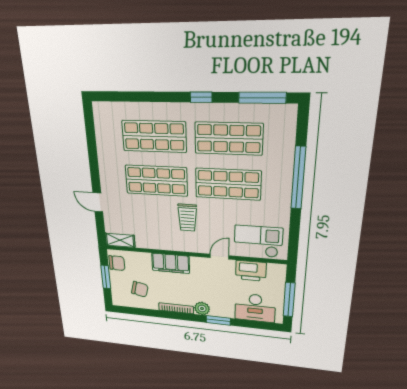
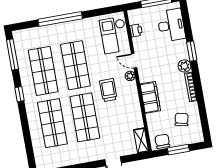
trolley: (187, 218) -> (108, 90), turned -90
plant: (201, 247) -> (130, 76), added
printer: (251, 271) -> (136, 30), width x0.53, depth x0.68

